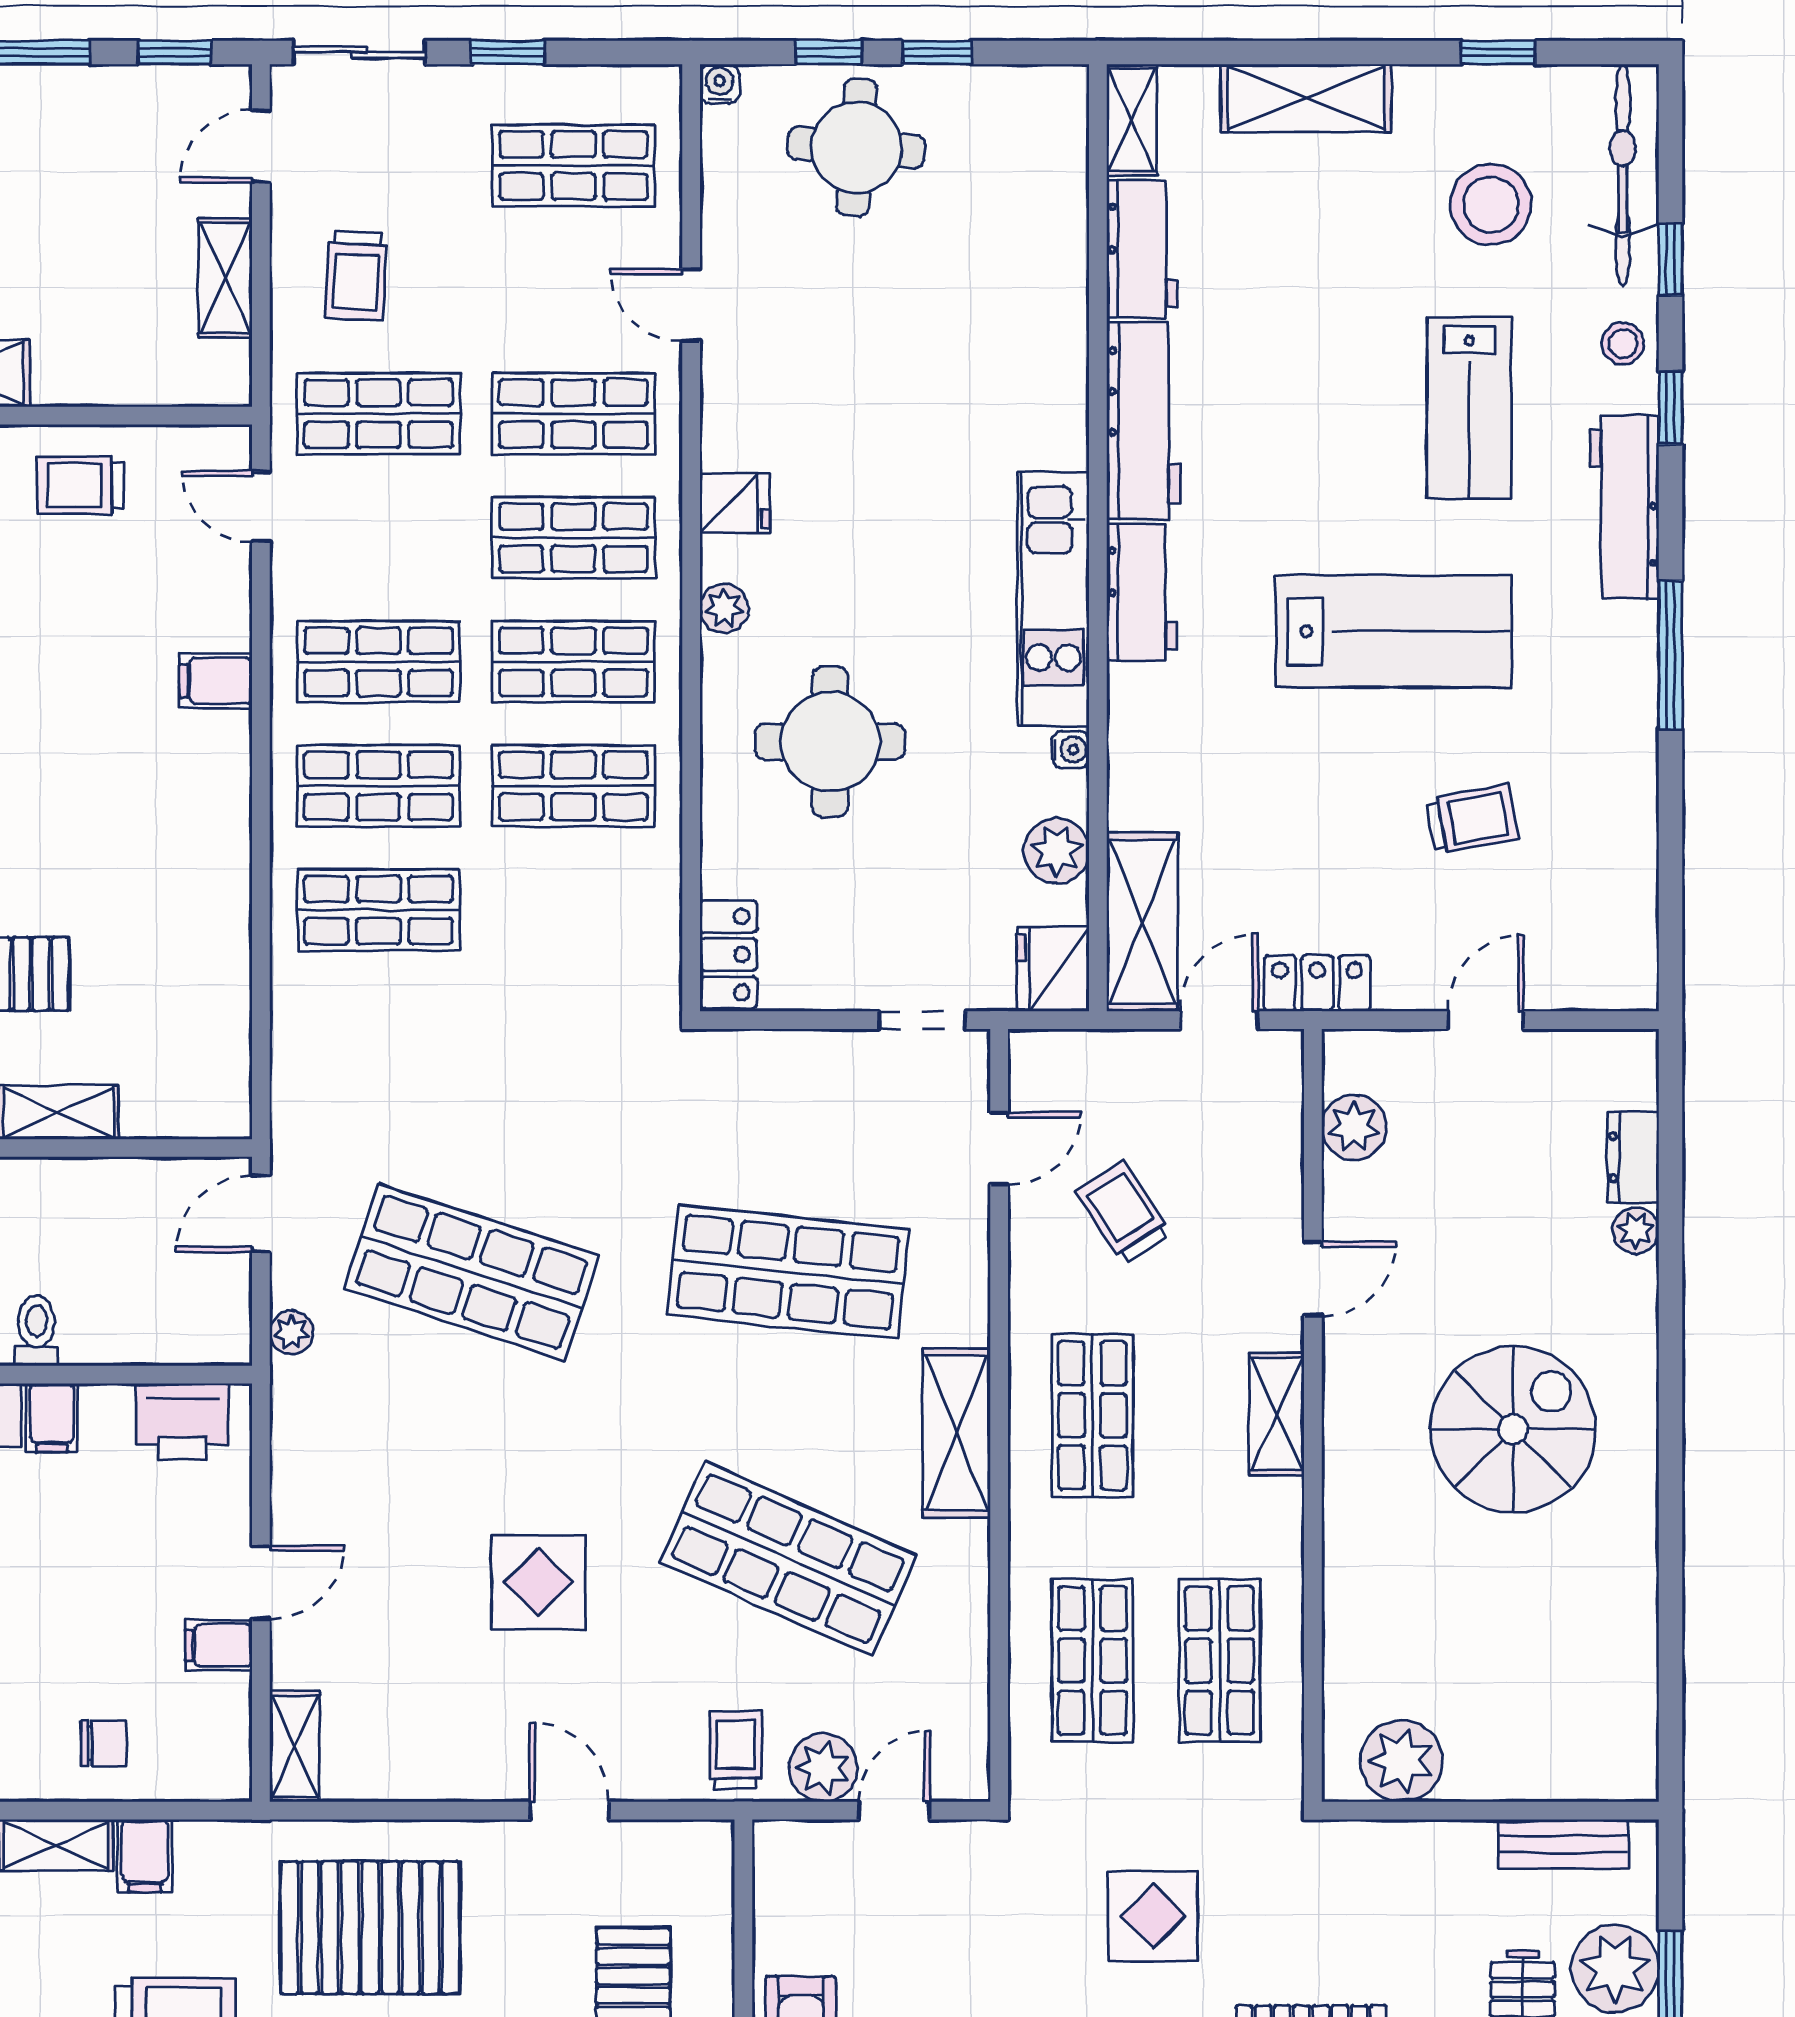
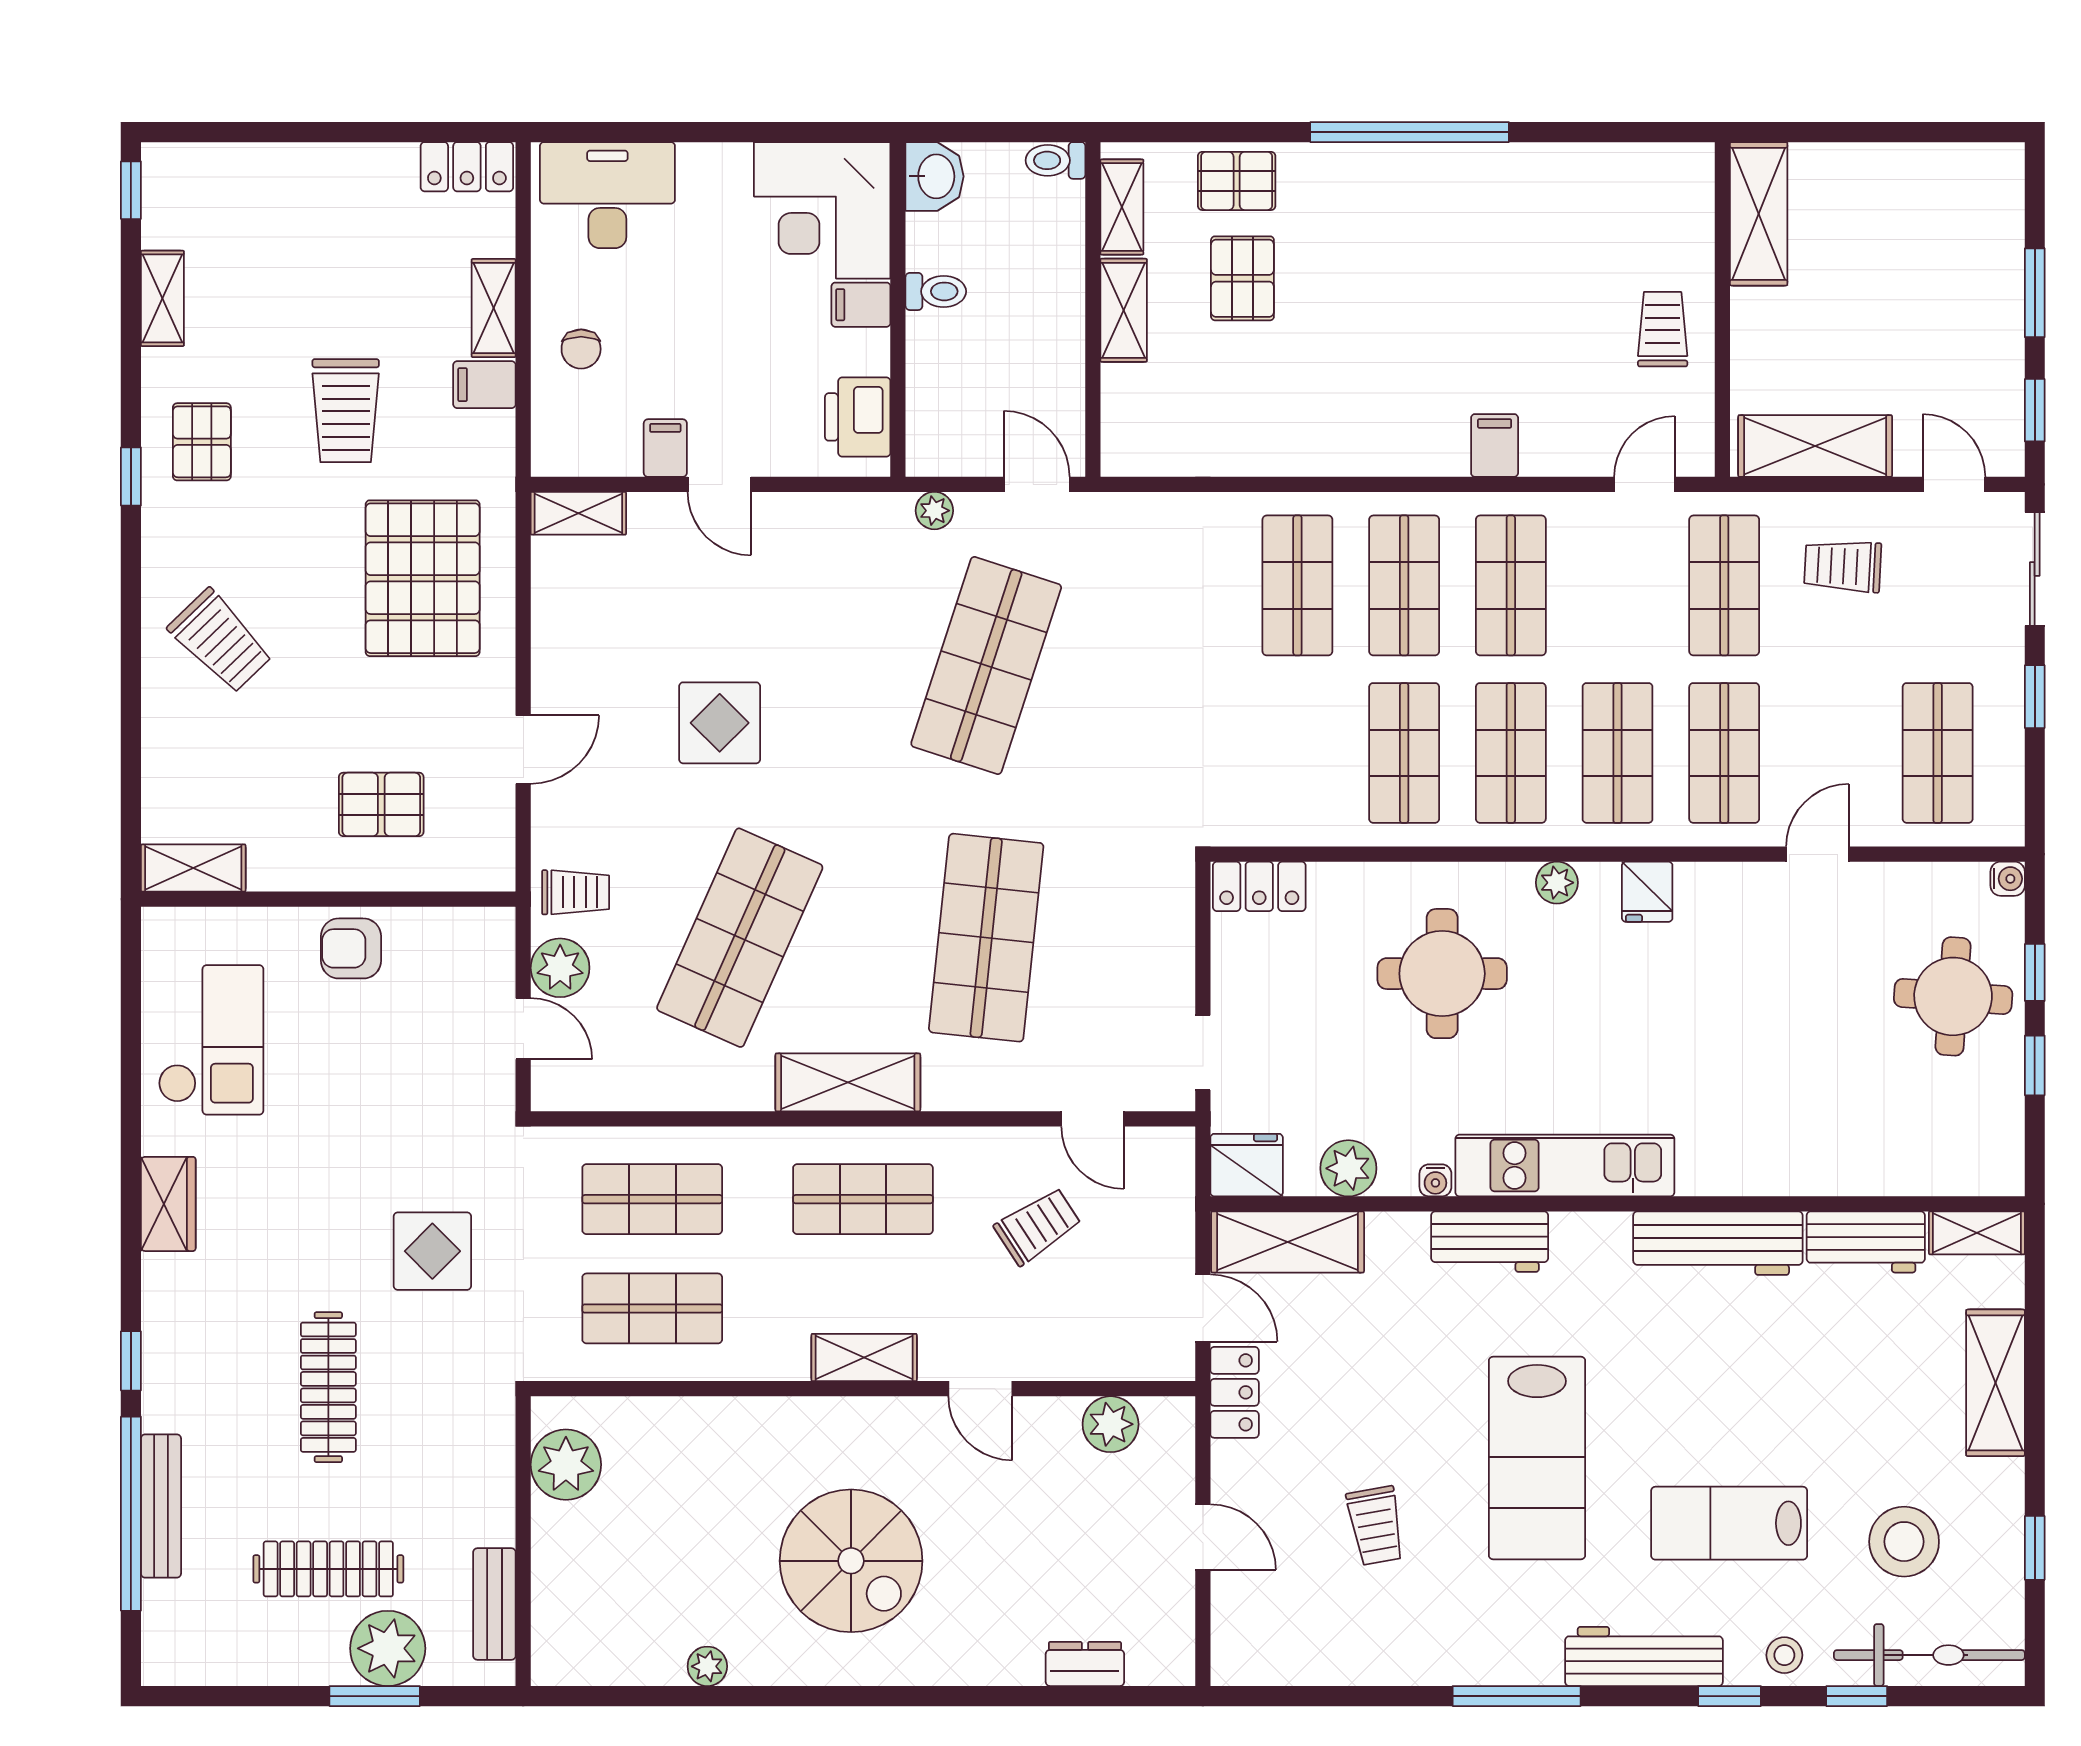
shelving: (225, 278) -> (1815, 446), width x1.50, depth x1.33
workbench: (1142, 592) -> (1490, 1242), moved
plant: (1636, 1230) -> (707, 1666), moved

